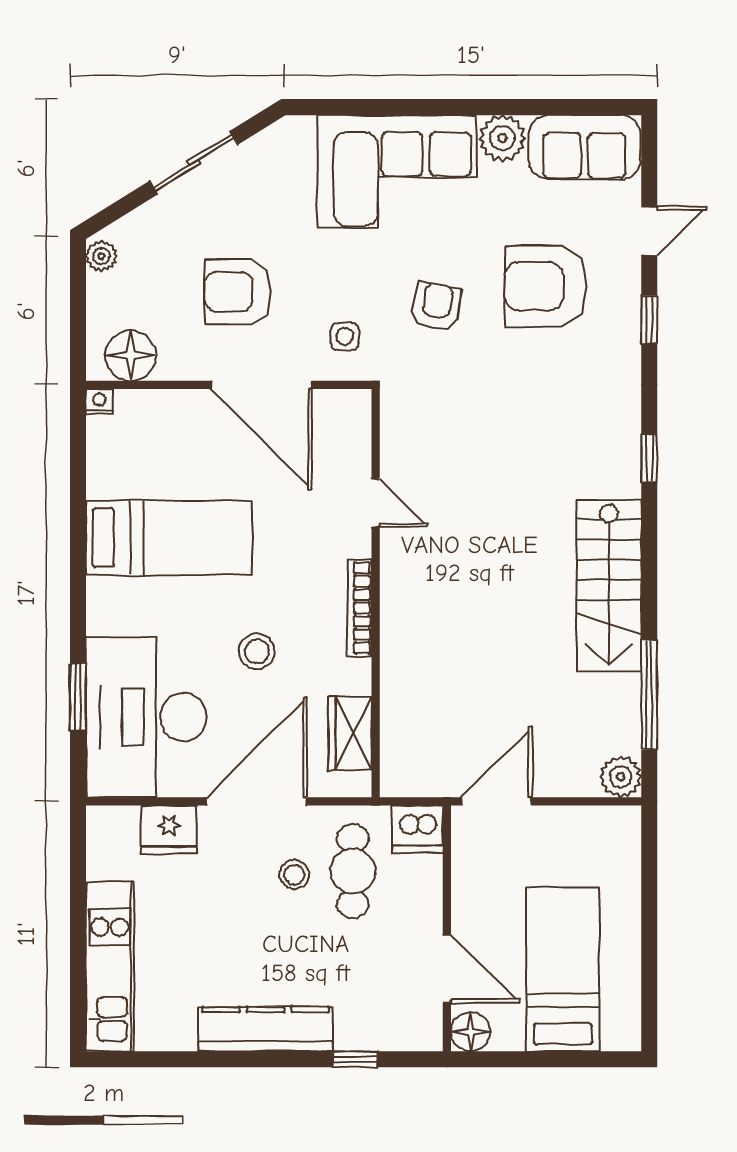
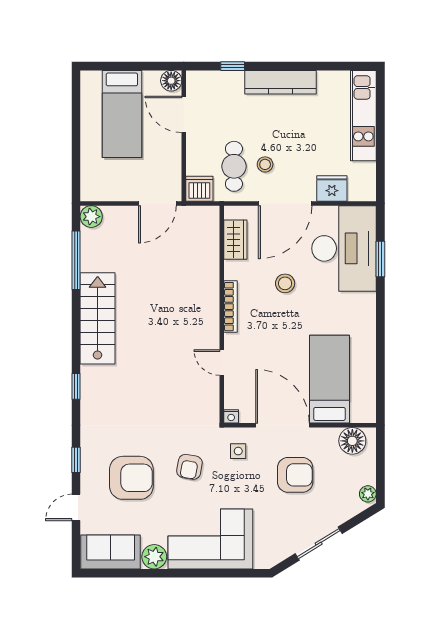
nightstand: (99, 402) -> (231, 416), moved
bed: (169, 538) -> (329, 379), moved, turned 90

